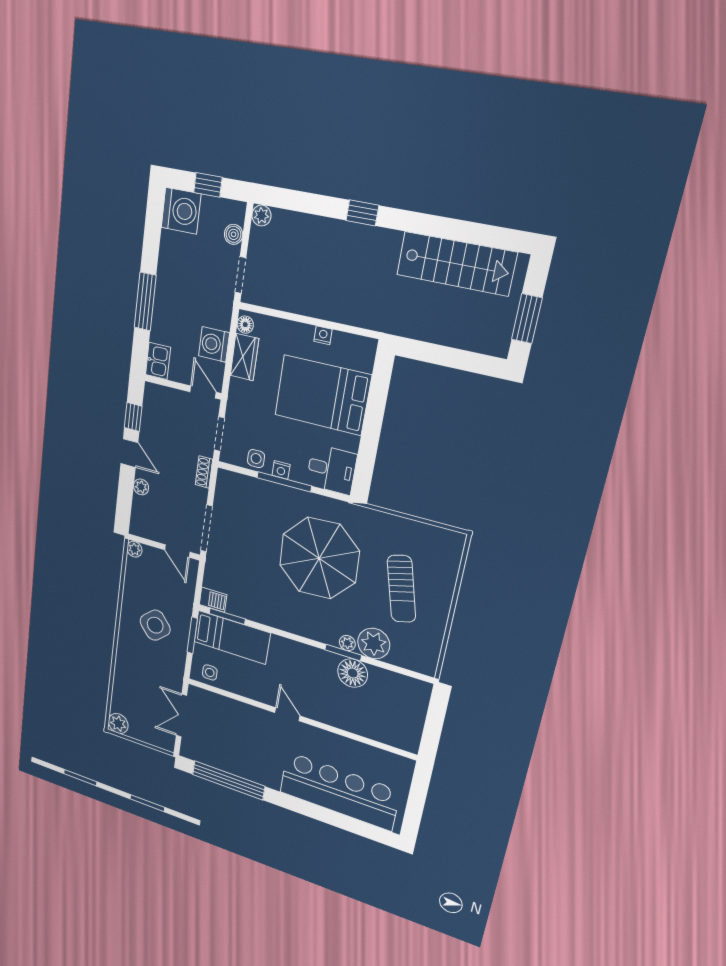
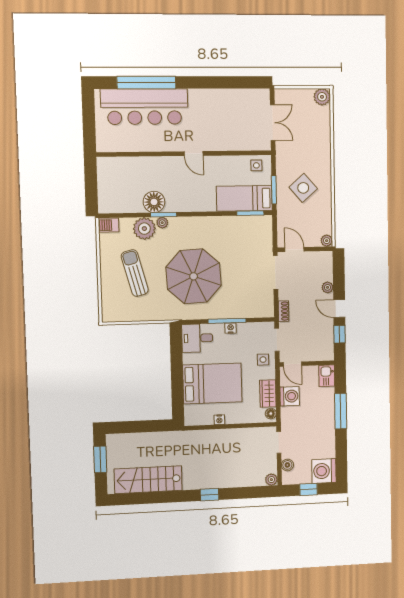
side table: (256, 459) -> (263, 360), moved
barbecue: (213, 600) -> (109, 225), moved
window: (228, 780) -> (146, 83), moved

